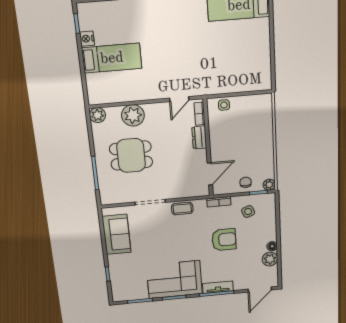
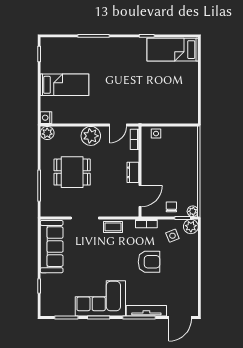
nightstand: (87, 39) -> (46, 118), moved
plant: (133, 115) -> (91, 136), moved
dresser: (199, 138) -> (133, 172), moved
sofa: (117, 234) -> (52, 247), width x1.36
floor lamp: (272, 246) -> (193, 273), removed
plant: (270, 259) -> (191, 227), moved
tv unit: (218, 287) -> (146, 311), width x1.41

